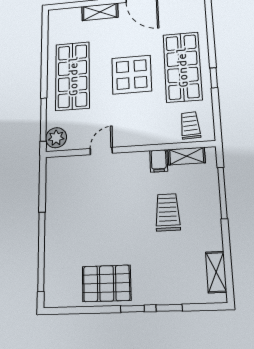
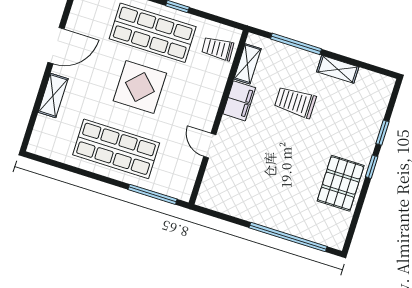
plant: (56, 138) -> (178, 187), removed
filing cabinet: (159, 161) -> (239, 101), width x2.00
shelving: (216, 272) -> (338, 69), moved

